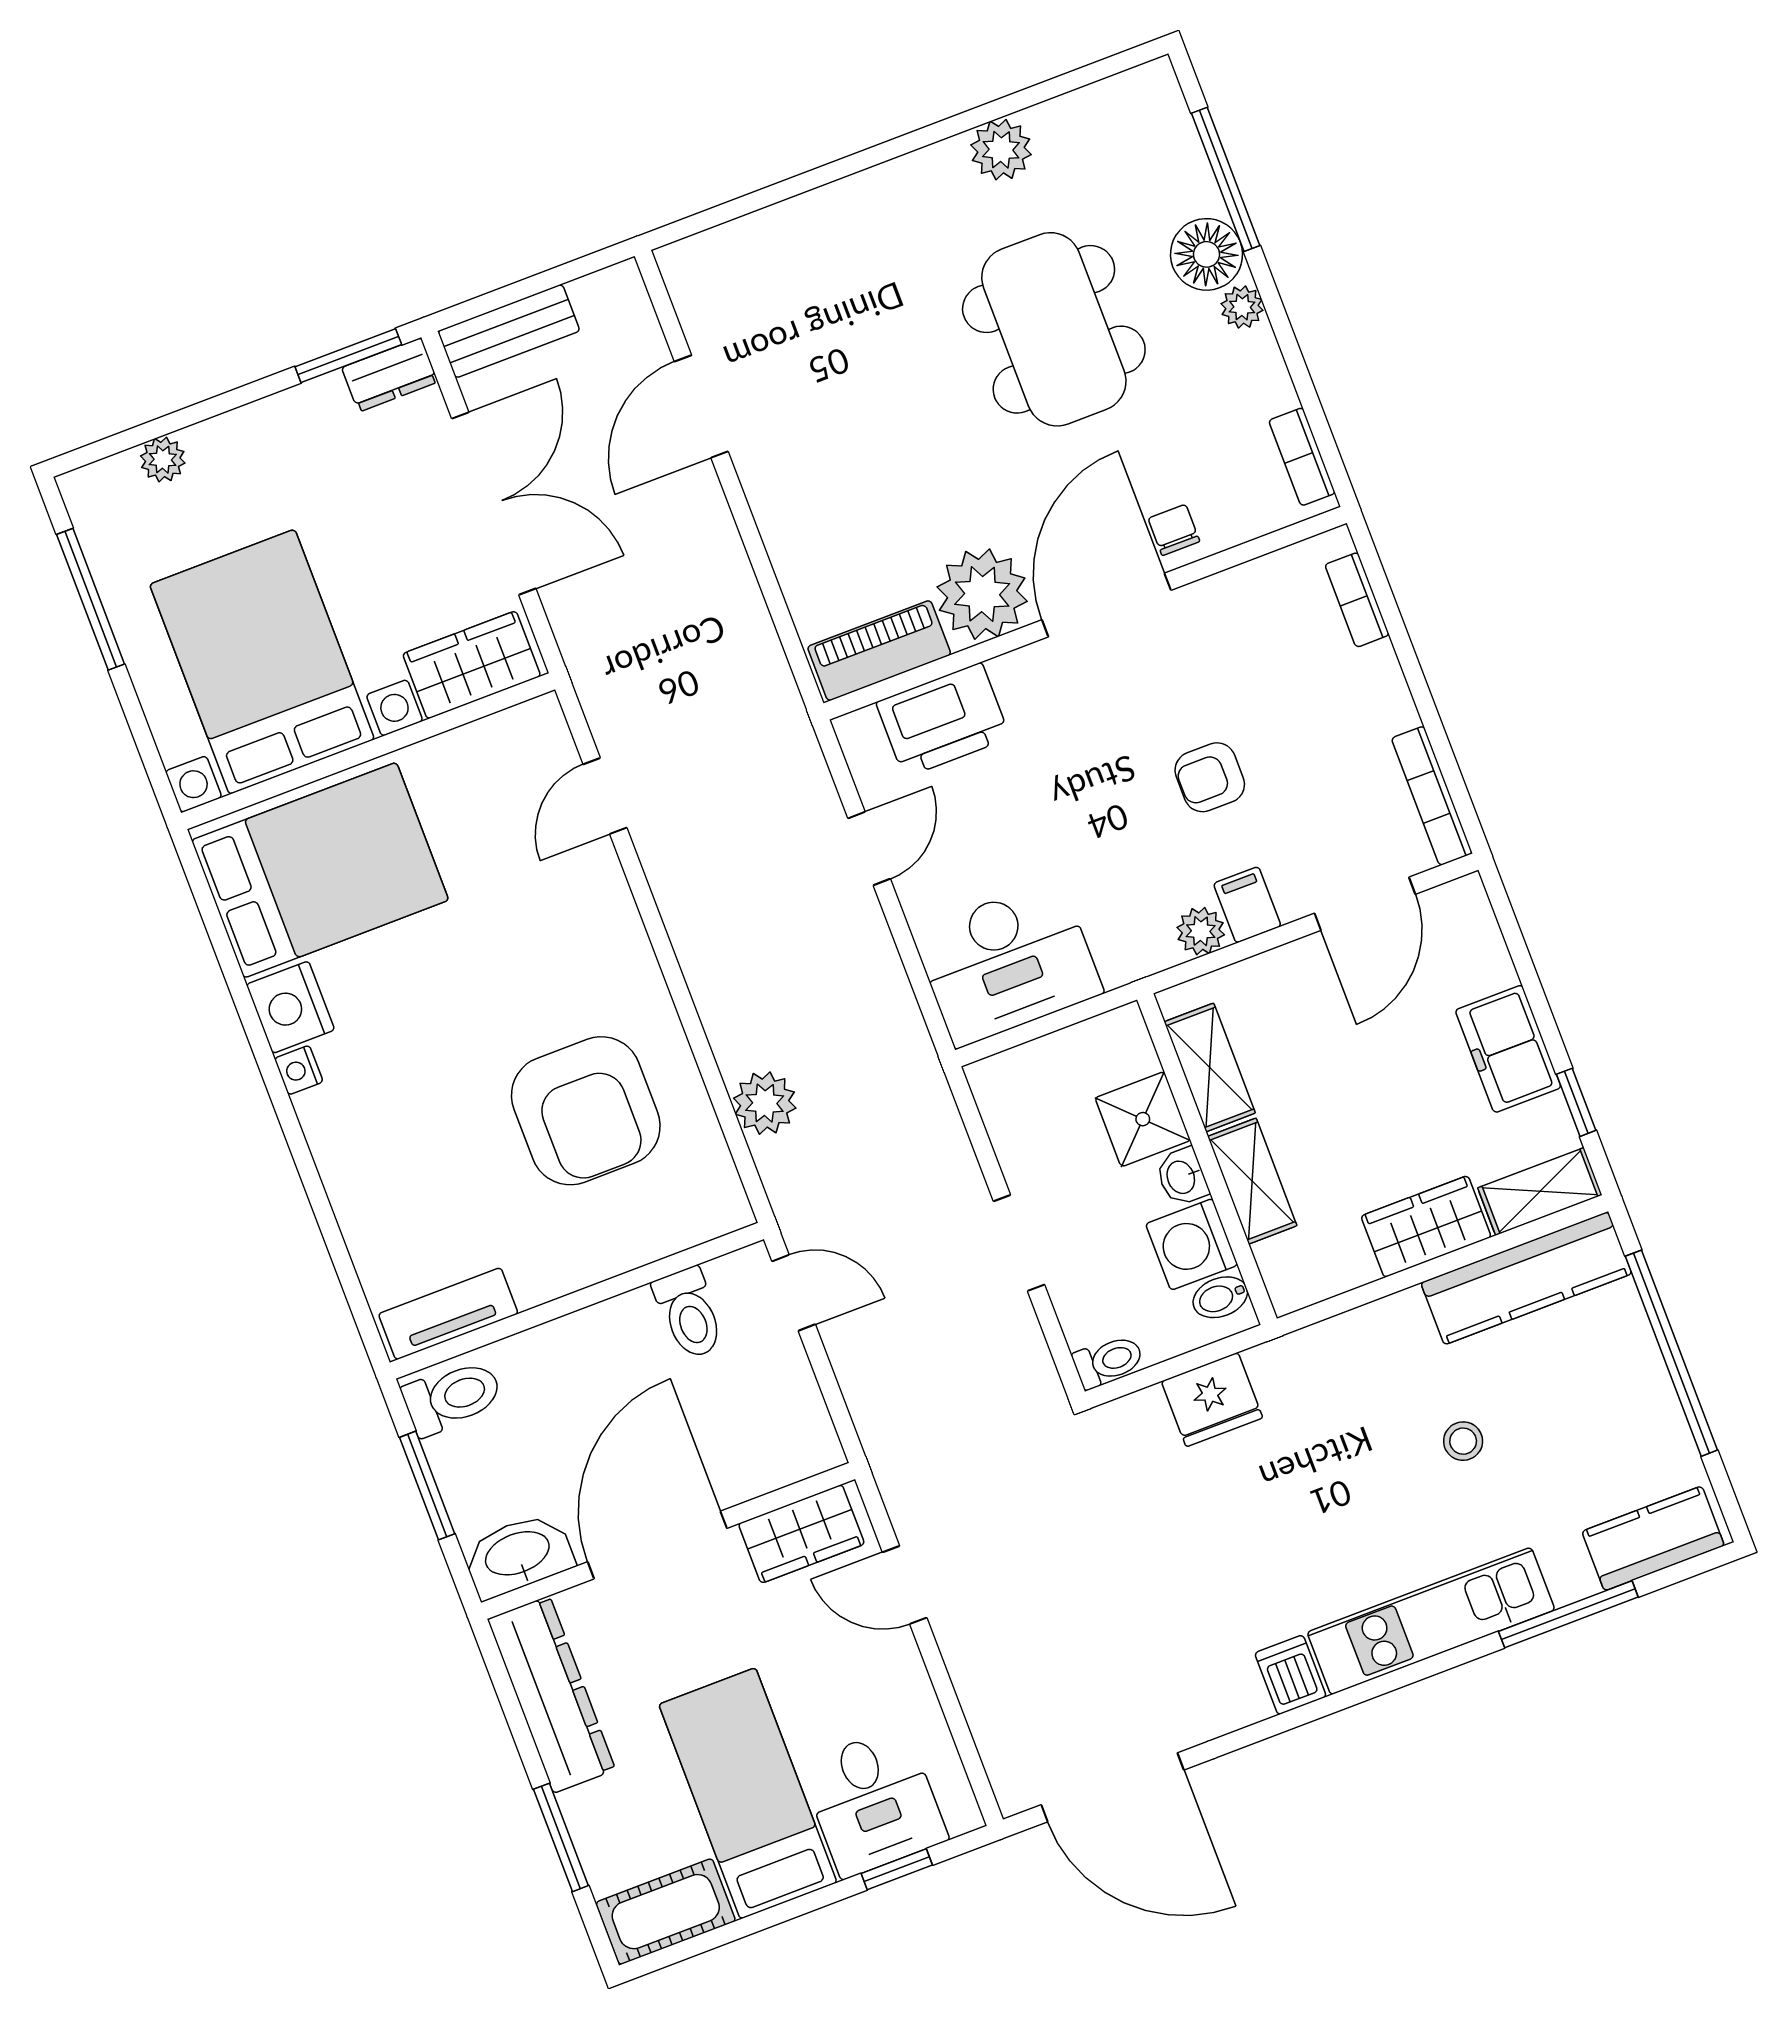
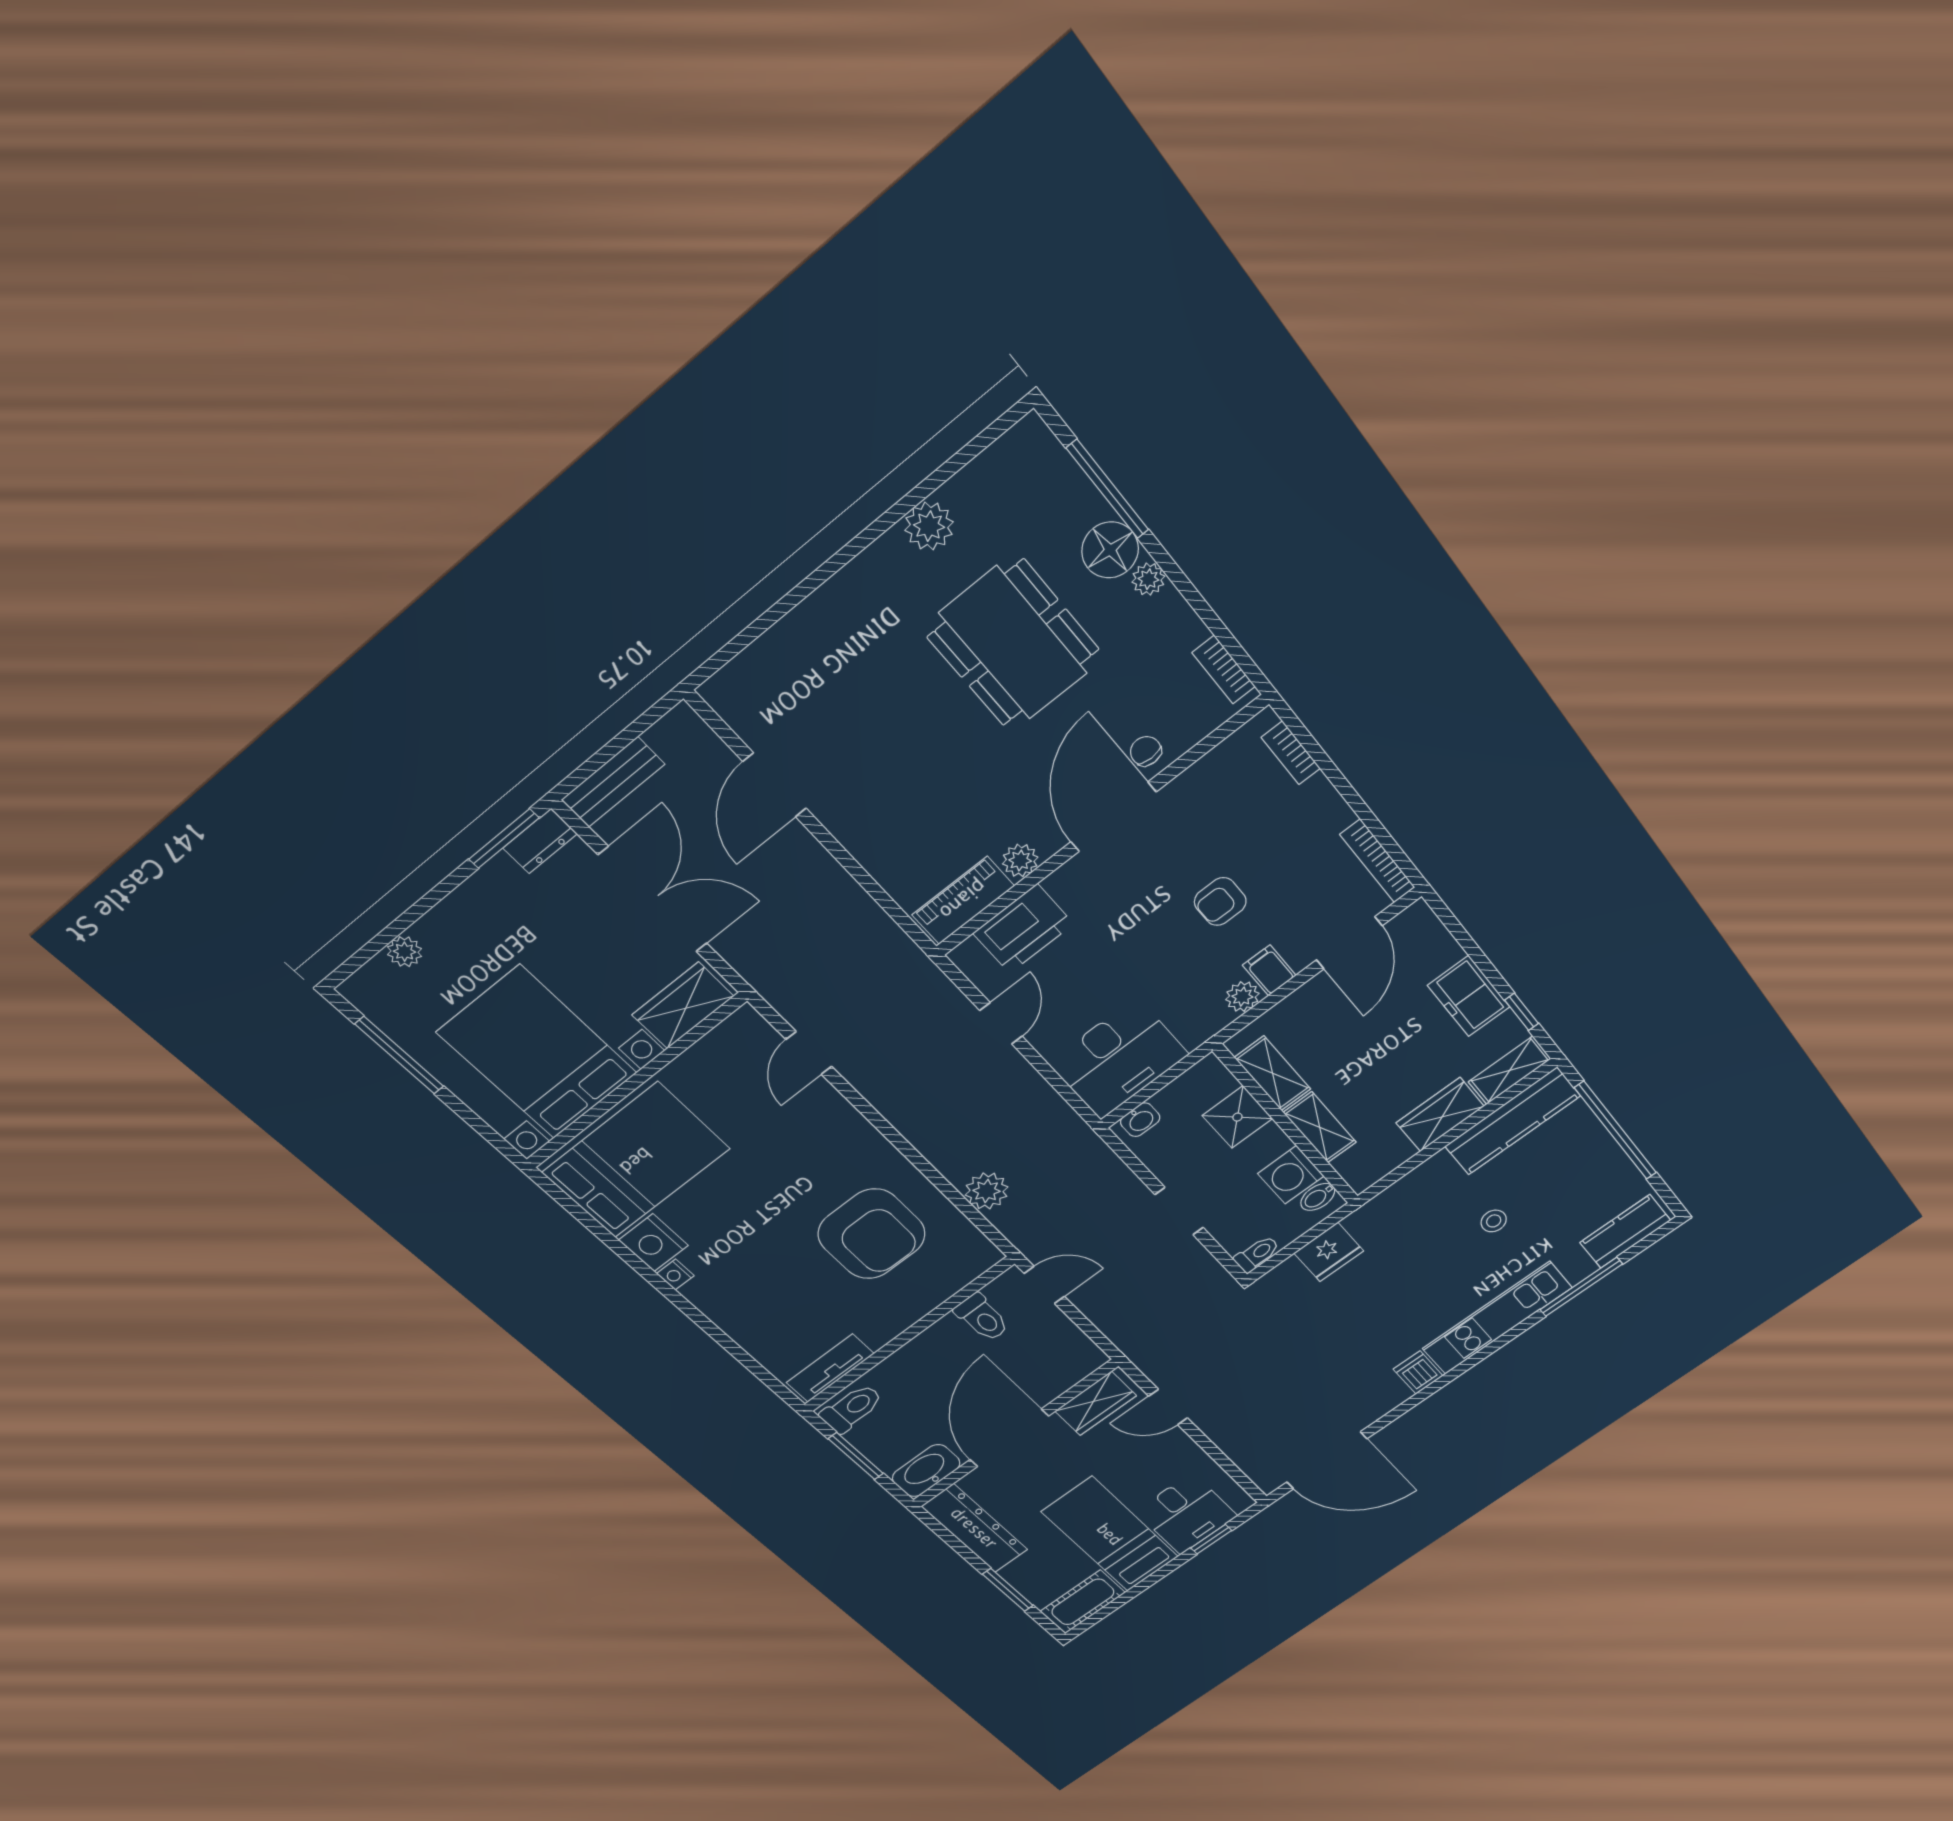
plant: (982, 594) -> (1020, 860), width x0.53, depth x0.53
washbasin: (1182, 1177) -> (1140, 1120), moved, turned -90

